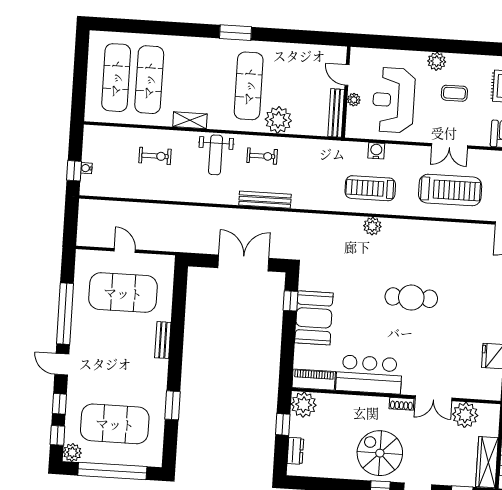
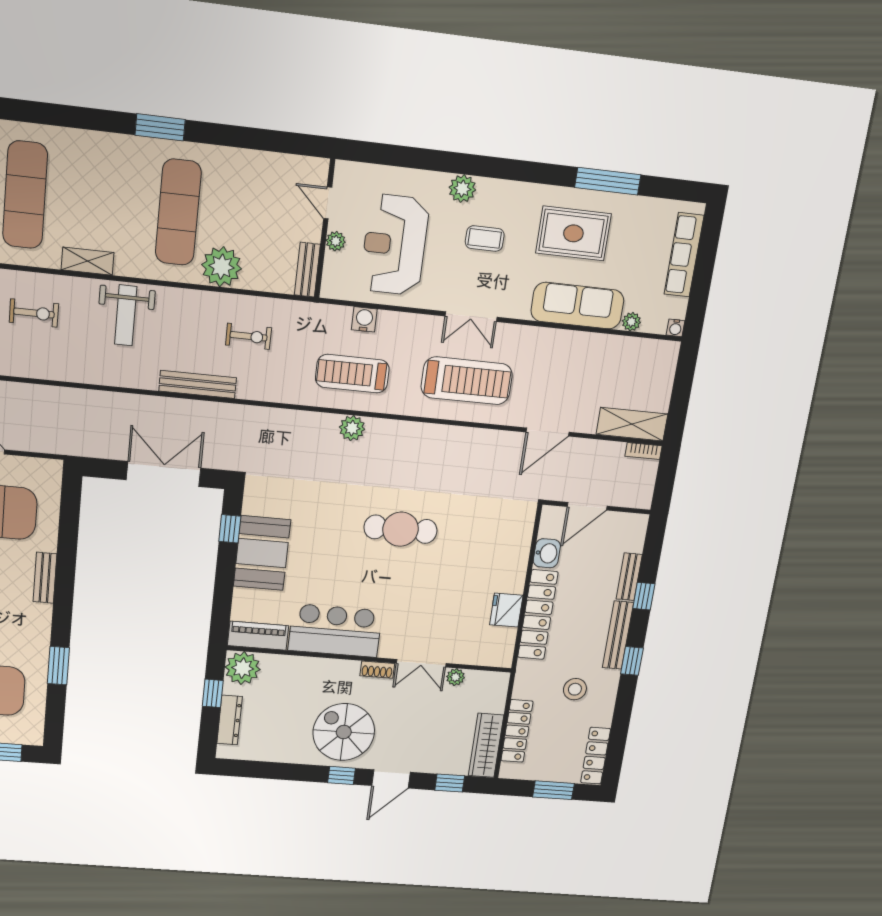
bench: (336, 113) -> (307, 270), width x0.73
exercise bike: (262, 156) -> (249, 336), moved
plant: (465, 415) -> (455, 677), width x0.53, depth x0.53
dresser: (295, 451) -> (230, 720), width x1.44

